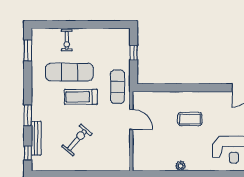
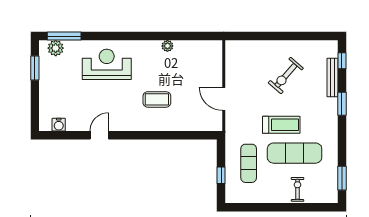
exercise mat: (117, 87) -> (249, 163), moved

